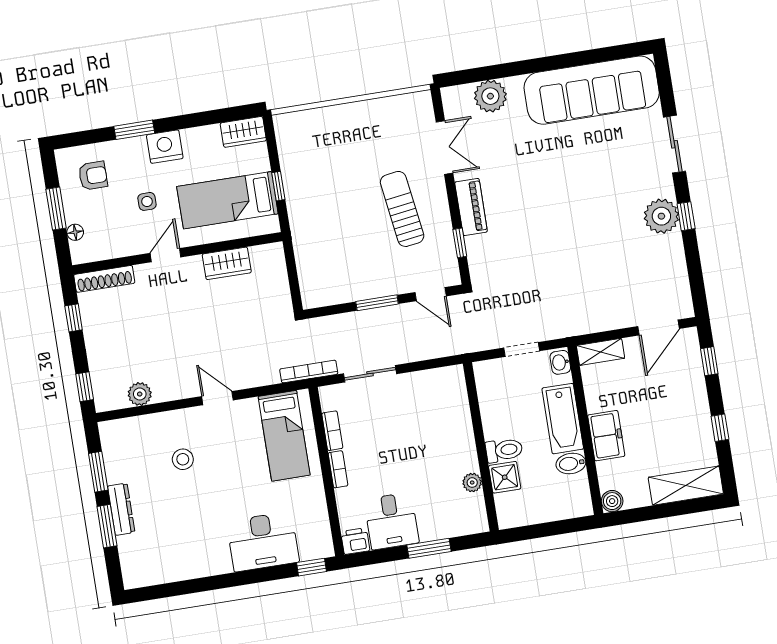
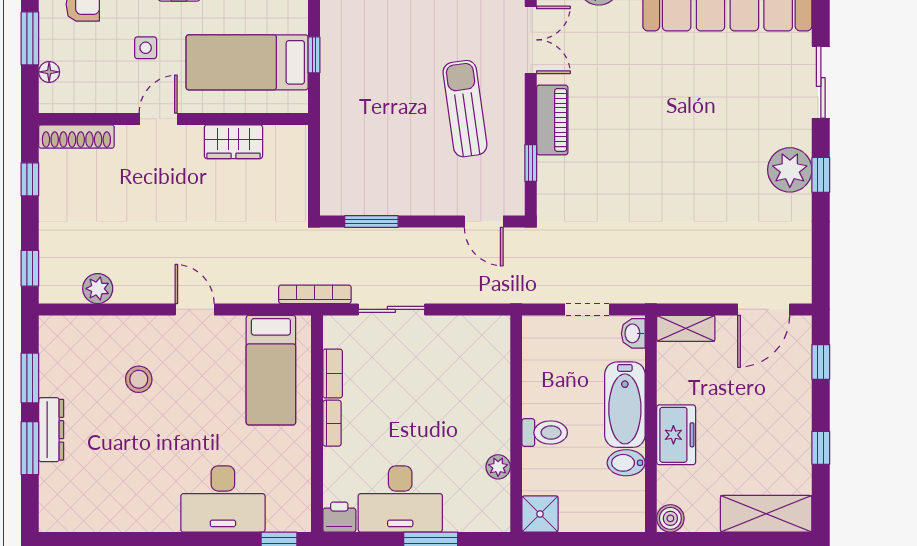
window: (377, 303) -> (371, 222), moved
shower: (505, 477) -> (540, 514), moved
desk: (391, 521) -> (400, 499), width x1.37

